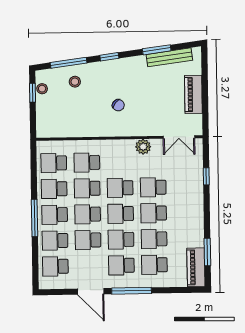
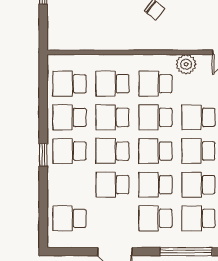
window: (35, 218) -> (43, 155), width x0.46
school desk: (55, 241) -> (155, 84), moved
window: (132, 291) -> (186, 252), moved

